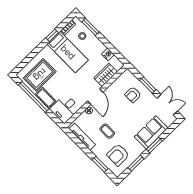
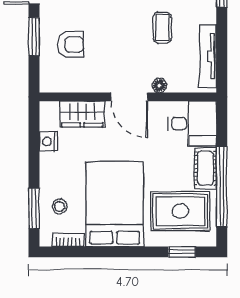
window: (52, 35) -> (182, 252), moved
bed: (68, 52) -> (115, 204), width x1.50
door: (95, 97) -> (129, 97), swing flipped

